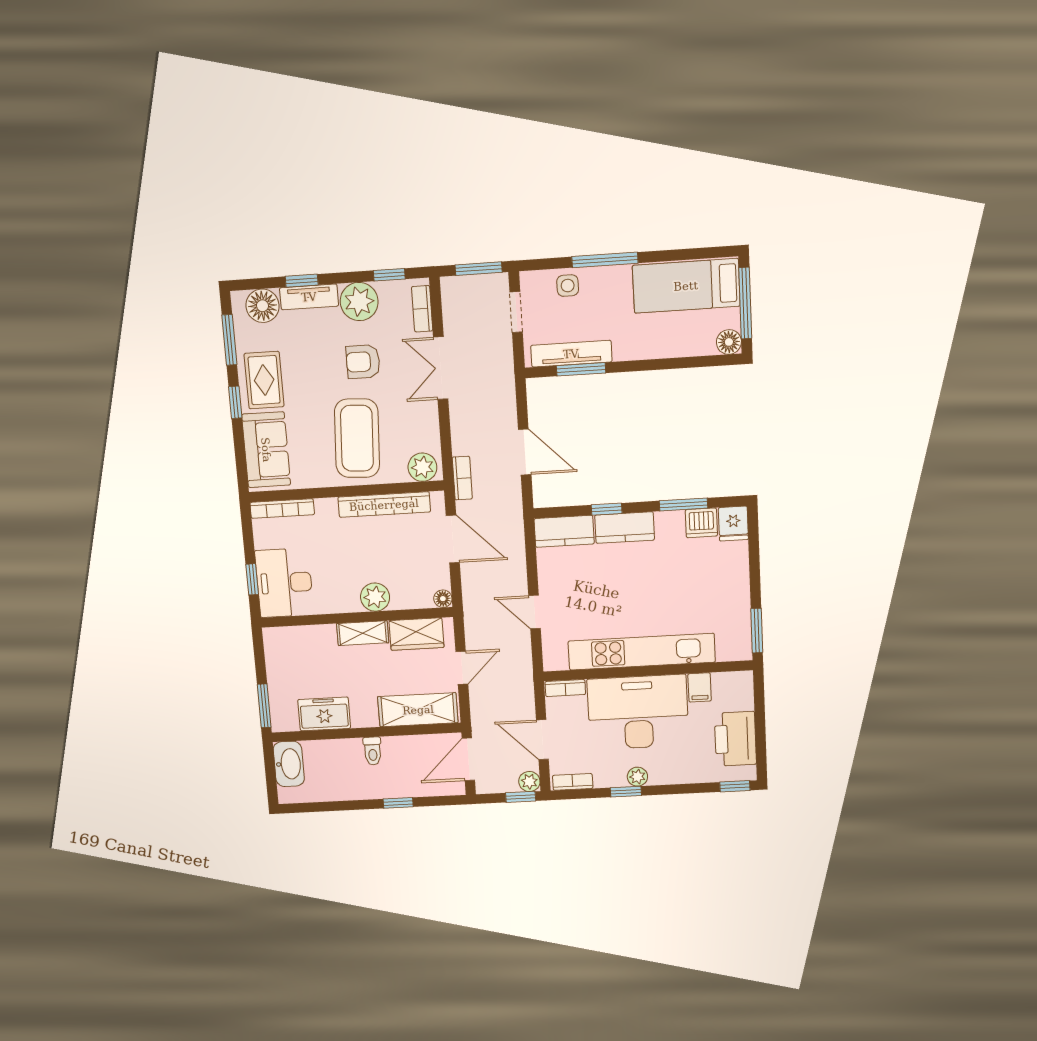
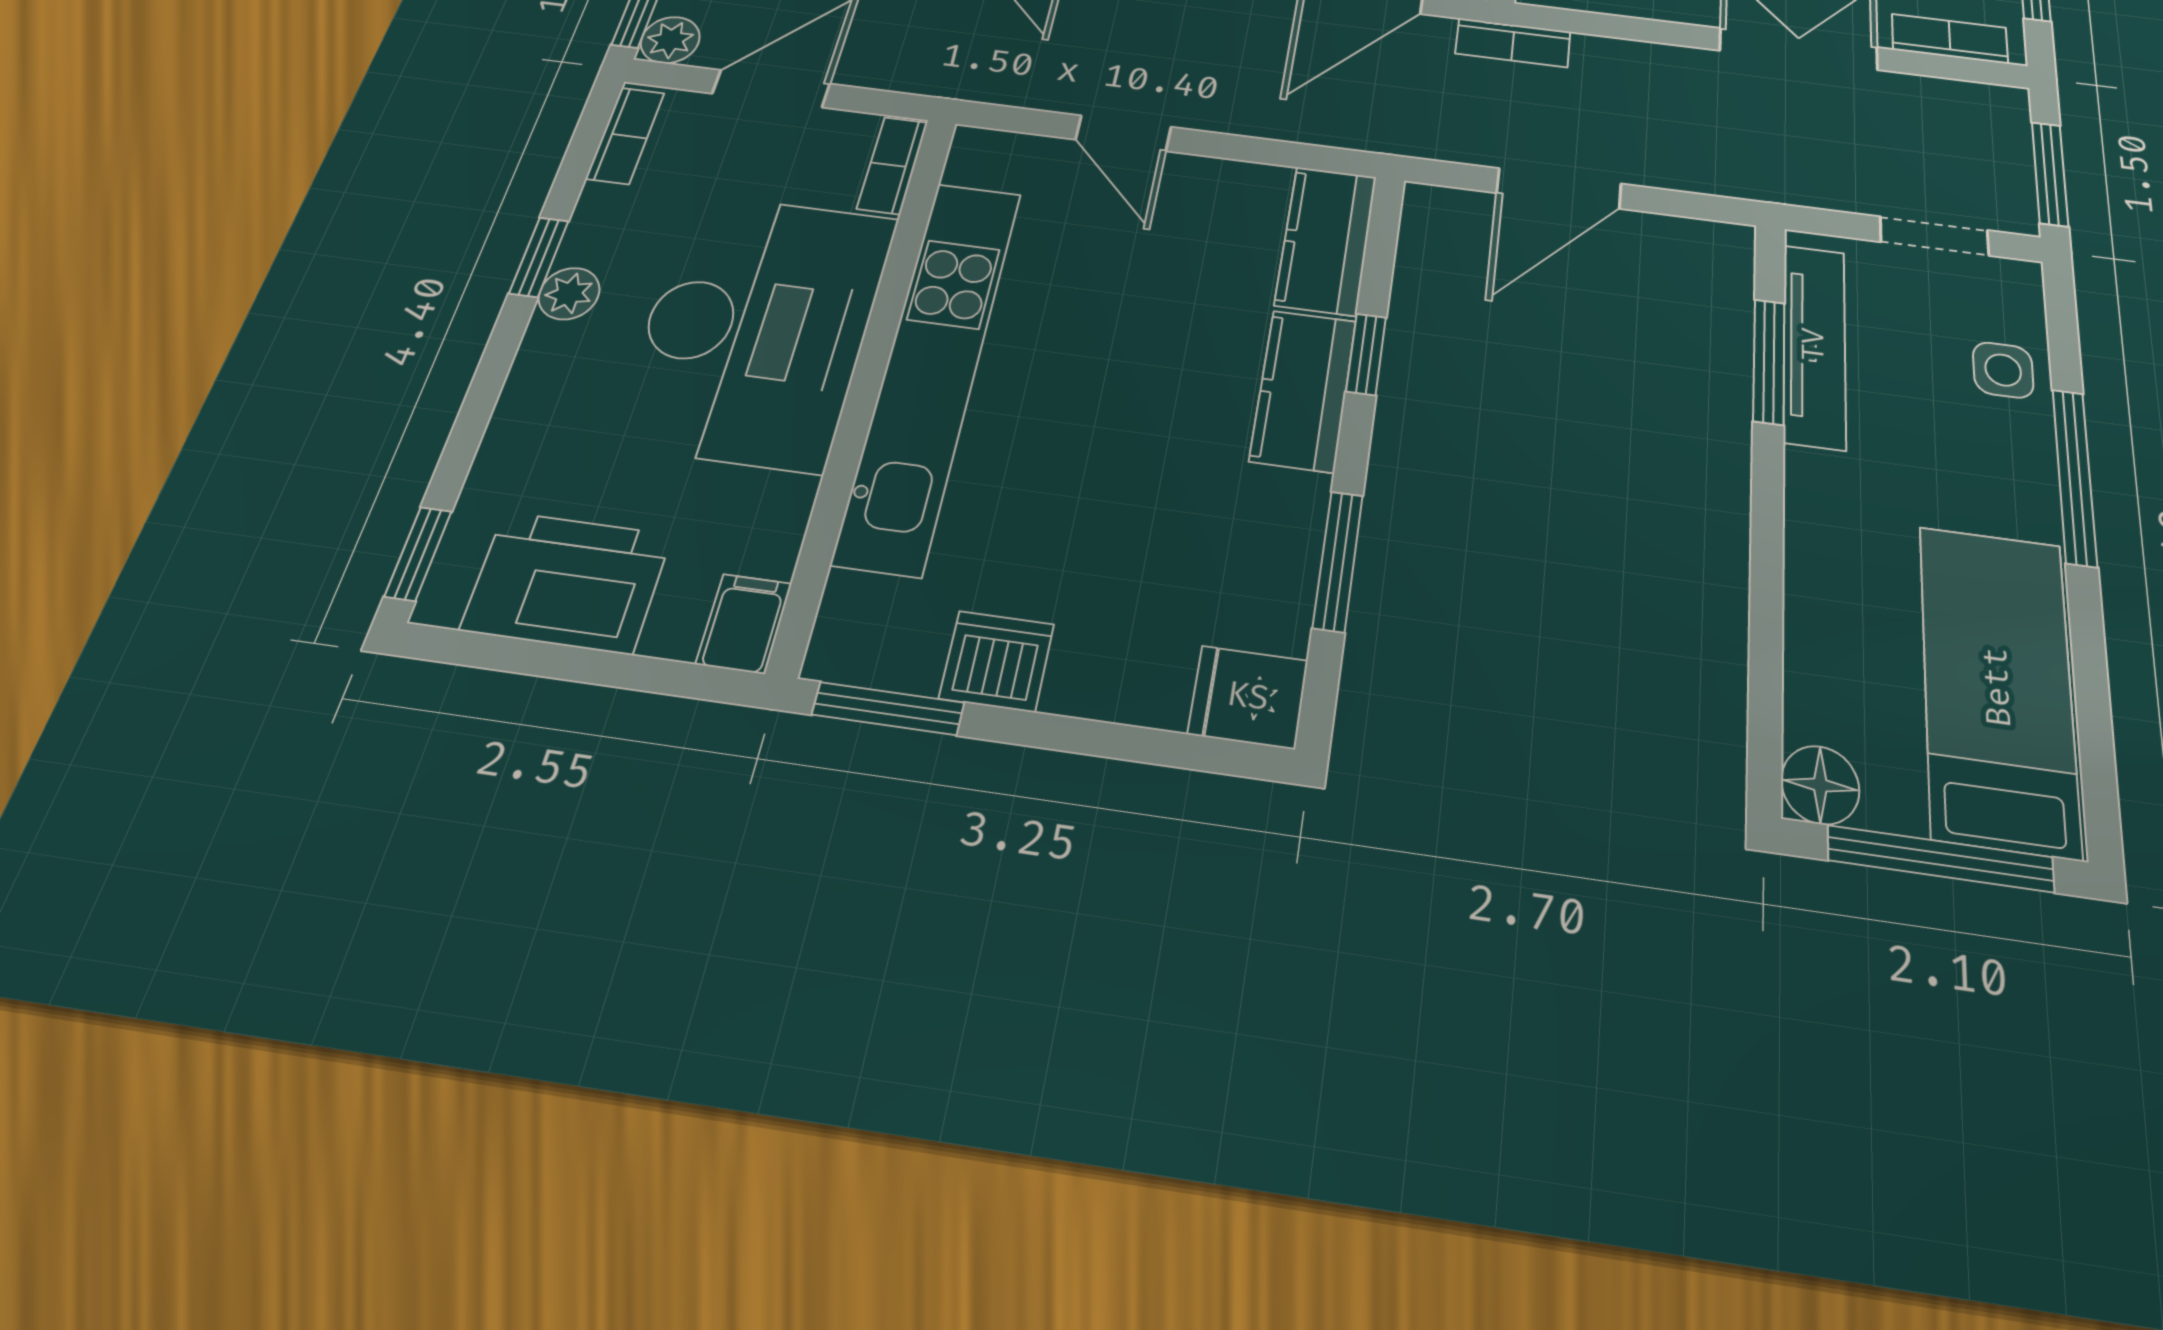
dishwasher: (701, 523) -> (997, 661), moved, turned 90
door: (535, 612) -> (1123, 133), swing flipped
filing cabinet: (700, 687) -> (744, 624), moved, turned 90

